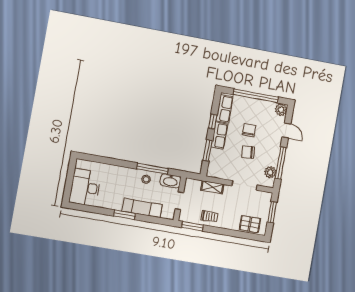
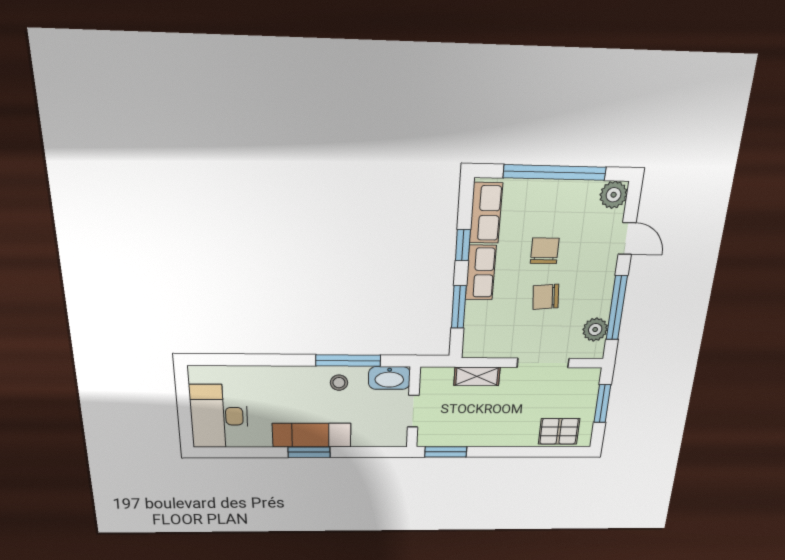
exam couch: (142, 208) -> (312, 435), moved
trolley: (209, 216) -> (477, 430), removed

